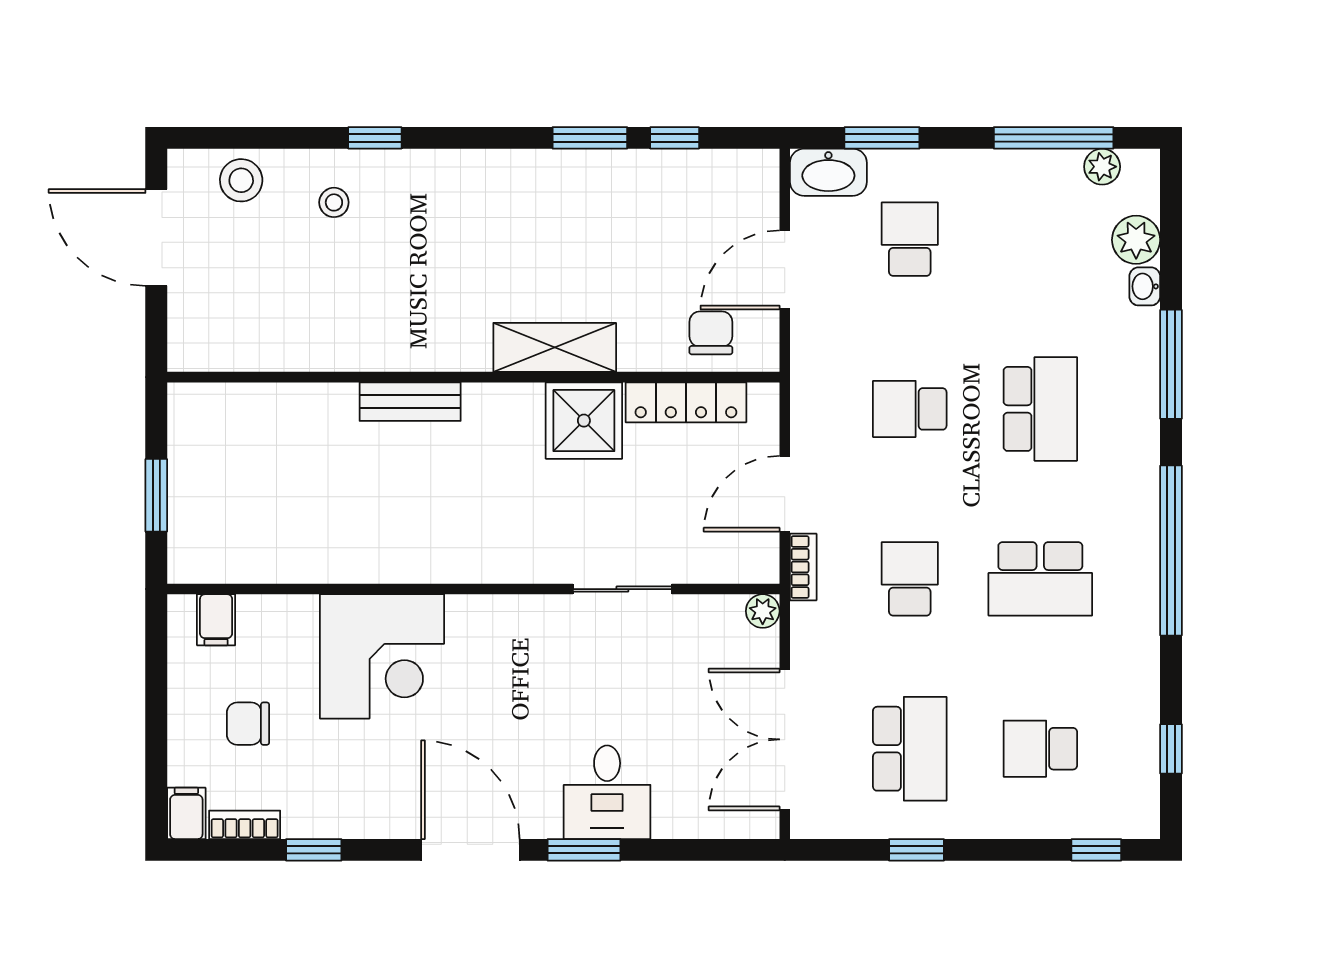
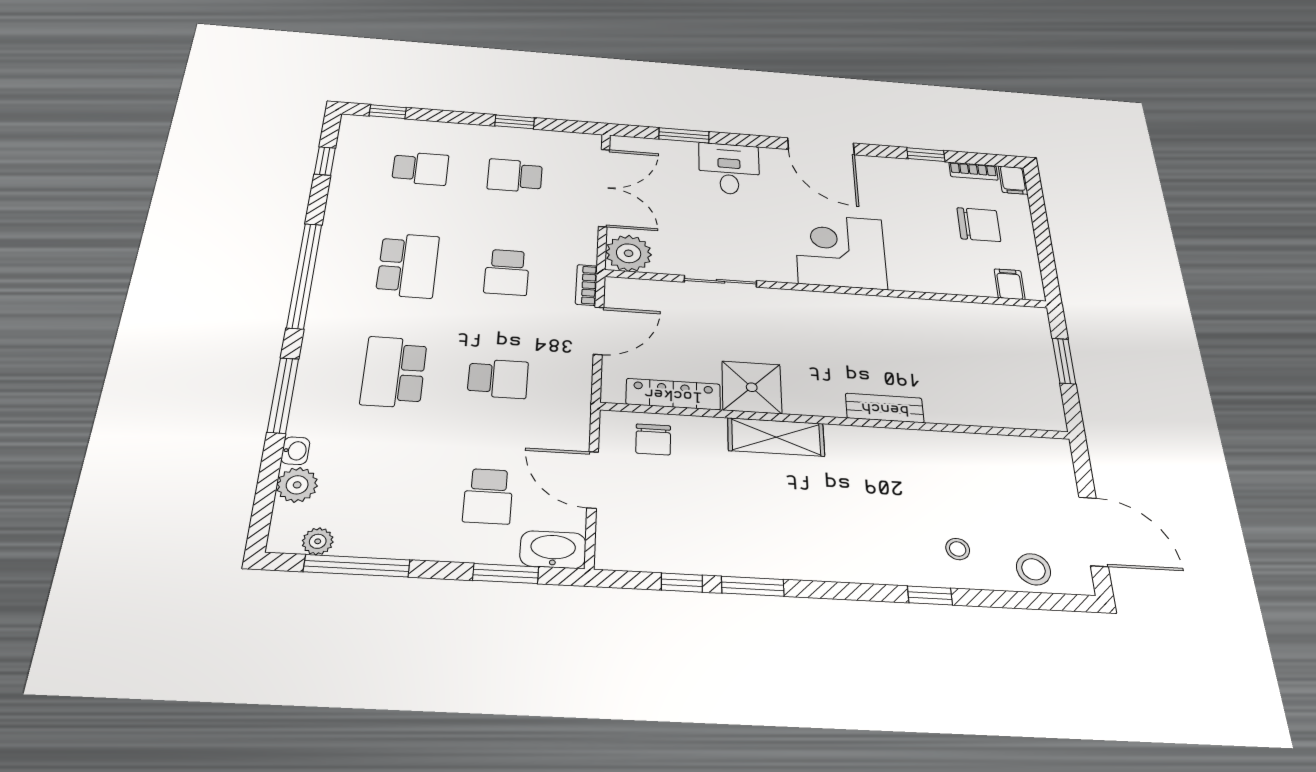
door: (785, 270) -> (593, 480), swing flipped
school desk: (1040, 579) -> (408, 265), turned 90
plant: (763, 611) -> (629, 253), width x1.88, depth x1.88
corner desk: (382, 656) -> (841, 251), moved
chair: (248, 724) -> (979, 225), width x1.37, depth x1.37
school desk: (910, 749) -> (515, 176), width x0.54
window: (584, 850) -> (684, 135), moved

